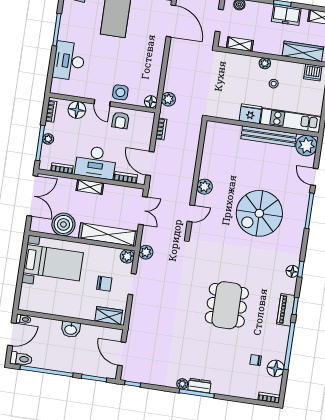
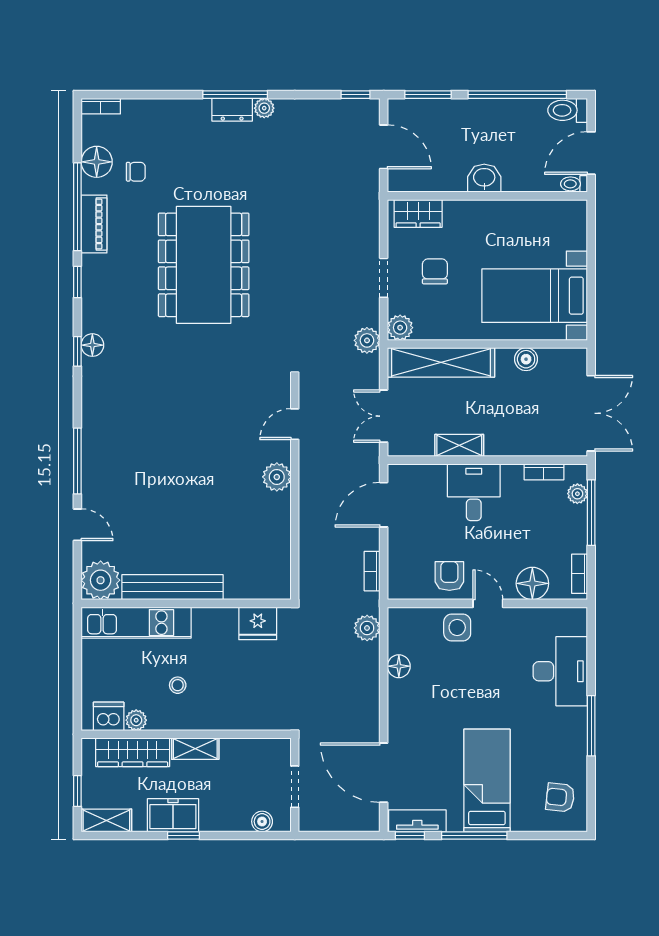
shelving: (240, 44) -> (195, 749), moved
plant: (265, 63) -> (136, 720), moved
floor lamp: (151, 102) -> (399, 666), moved
fridge: (250, 114) -> (258, 623), moved
plant: (48, 139) -> (577, 494), moved
desk: (96, 162) -> (474, 492), width x0.73
door: (150, 163) -> (384, 505), swing flipped
bookcase: (126, 178) -> (424, 472), removed
shelving: (90, 187) -> (459, 445), moved
double door: (32, 196) -> (591, 413), swing flipped
spiral stairs: (259, 213) -> (169, 443), removed
boiler: (63, 224) -> (526, 359), width x0.54, depth x0.54
chair: (104, 284) -> (435, 271), turned 90
dining table: (227, 305) -> (204, 265), width x1.36, depth x1.24
piano: (286, 310) -> (94, 224), moved

